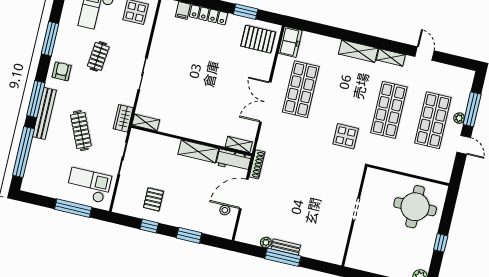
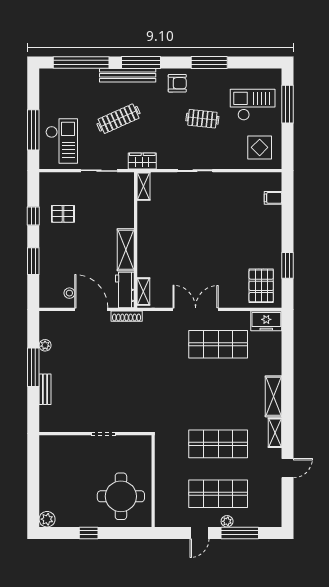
locker: (209, 15) -> (275, 227), removed
display table: (346, 136) -> (179, 404), removed
bench: (286, 247) -> (45, 389), moved

